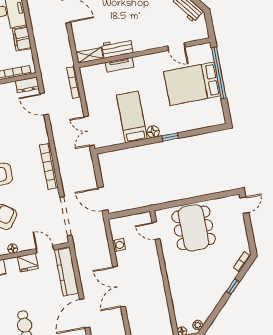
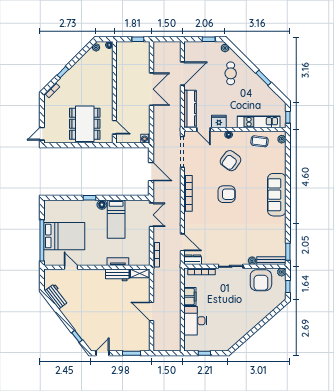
door: (103, 199) -> (151, 172), moved
washing machine: (119, 245) -> (145, 139), moved

